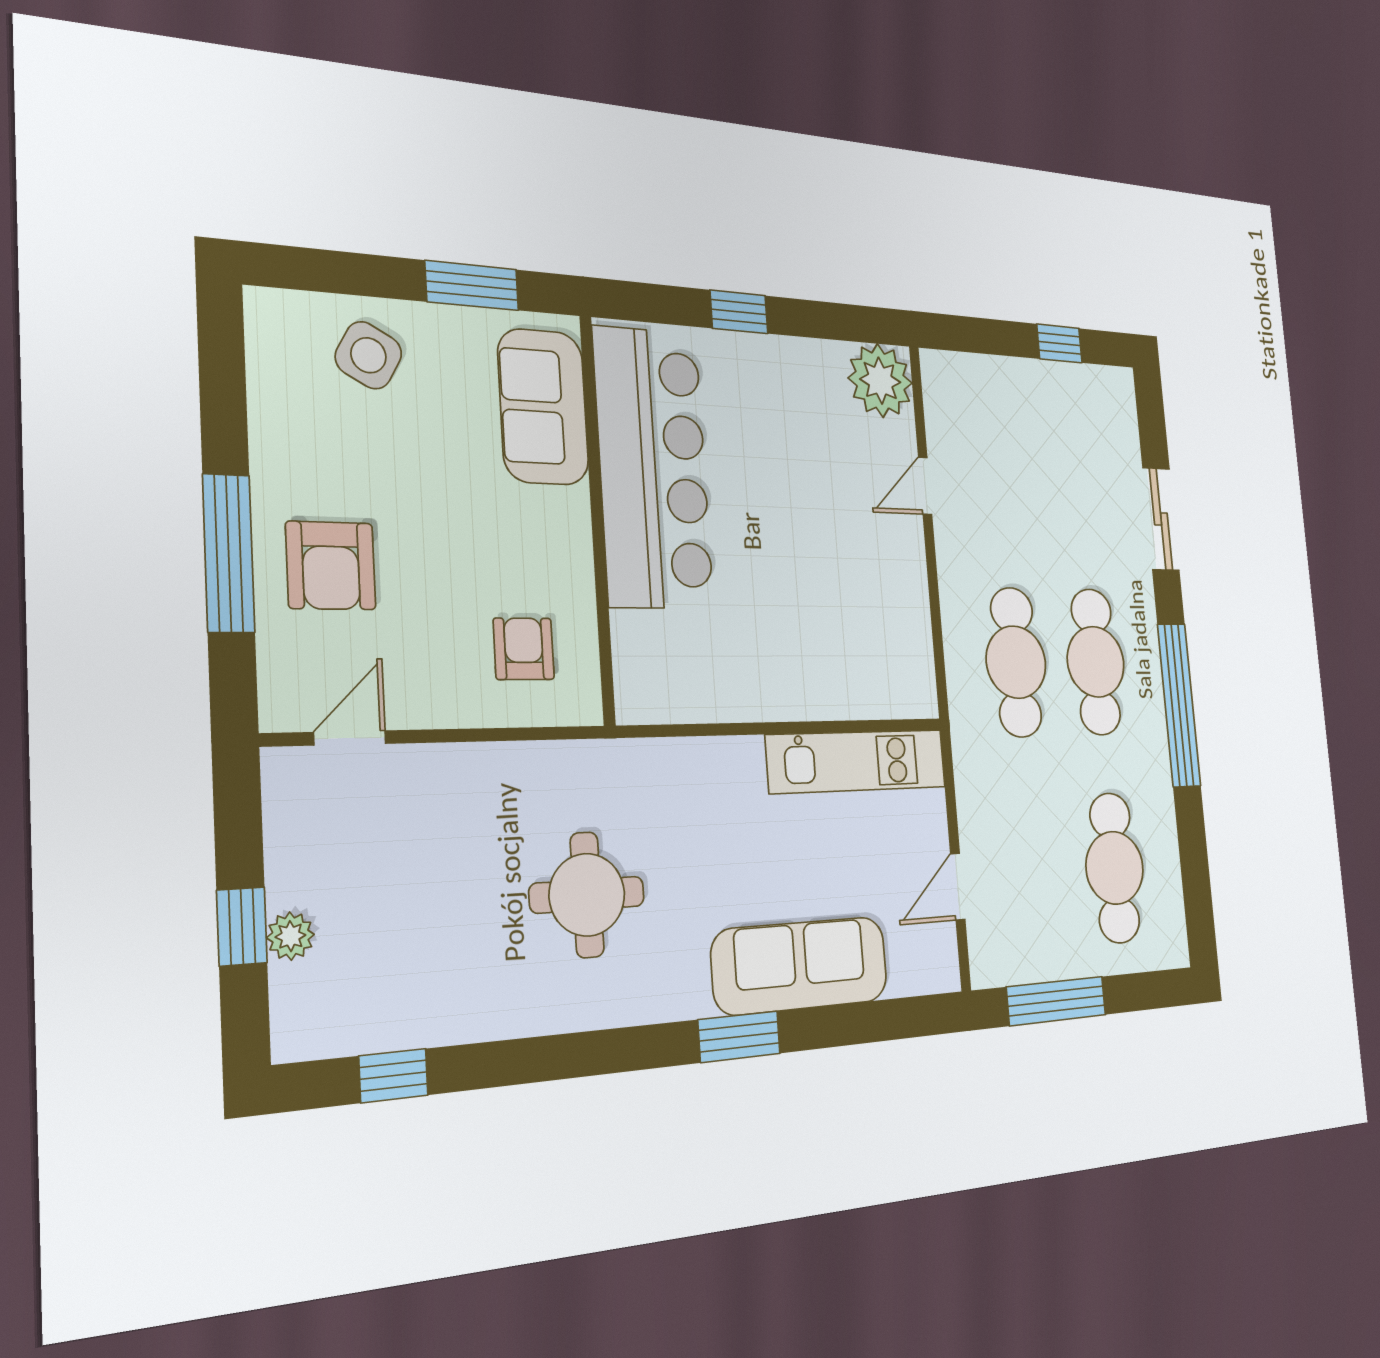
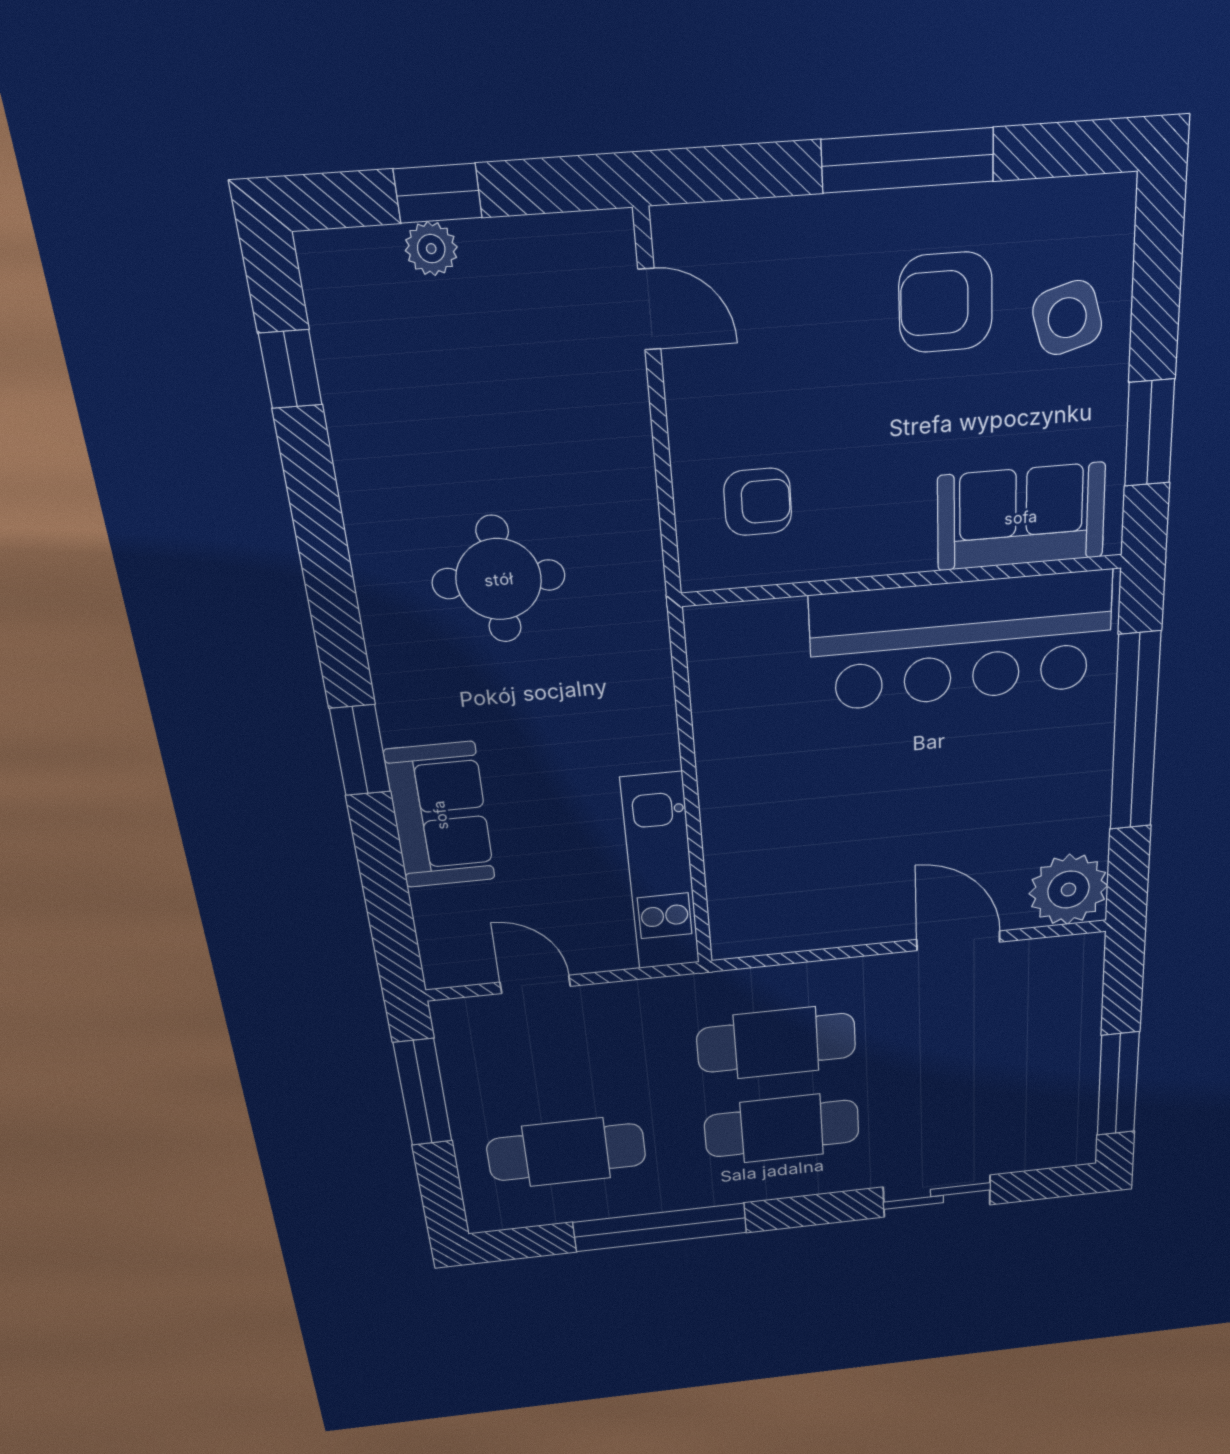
window: (739, 312) -> (1135, 732), width x3.17
window: (1059, 343) -> (1118, 1084), width x2.17
side table: (368, 355) -> (1067, 318), turned 45
door: (925, 486) -> (958, 941), width x1.38
window: (229, 553) -> (908, 160), moved
armchair: (331, 566) -> (946, 302), moved
window: (1179, 705) -> (660, 1227), moved
sofa: (800, 966) -> (440, 815), width x0.73

